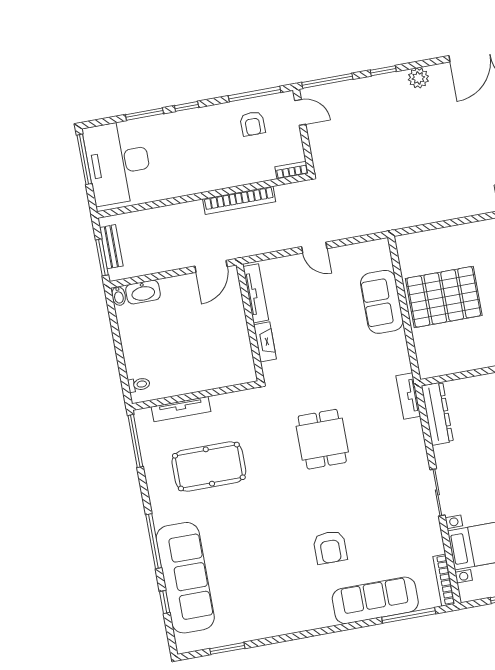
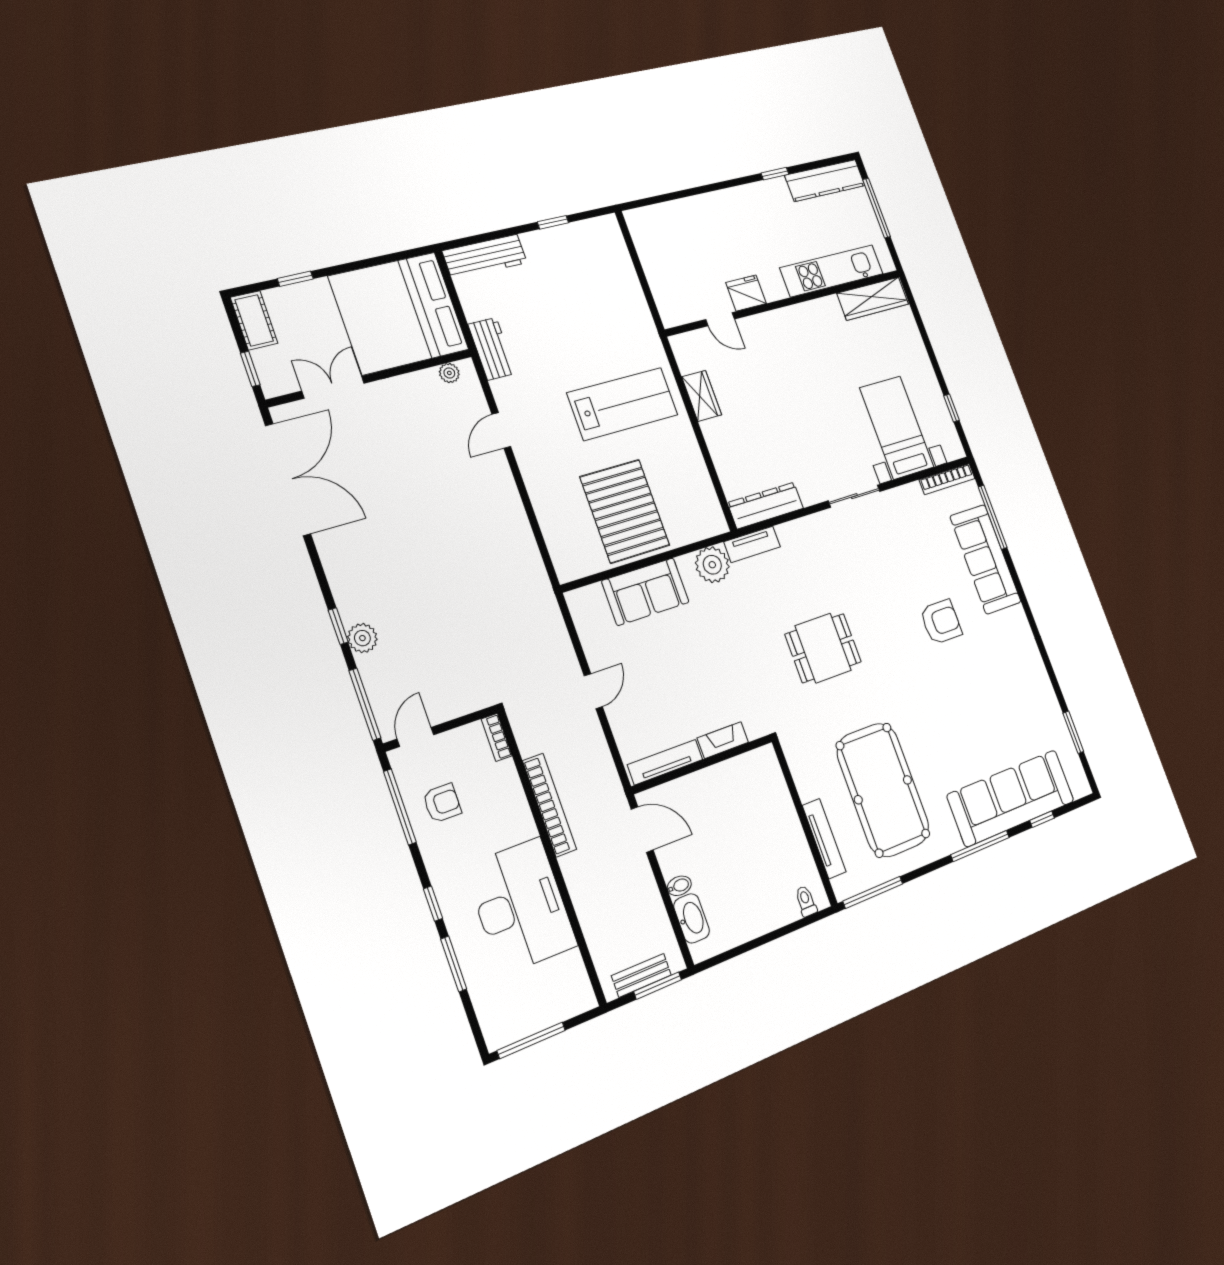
plant: (418, 78) -> (362, 638), moved
desk: (118, 163) -> (521, 906), moved, turned -90
bidet: (119, 296) -> (679, 886), moved
plant: (396, 360) -> (712, 565), added
pool table: (209, 467) -> (883, 790), width x1.36, depth x1.32

